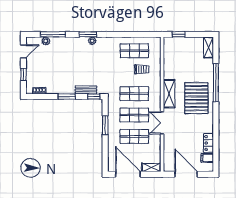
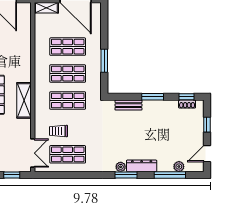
dresser: (75, 42) -> (142, 166), added
window: (94, 97) -> (186, 97), moved
double door: (162, 123) -> (33, 153), moved

